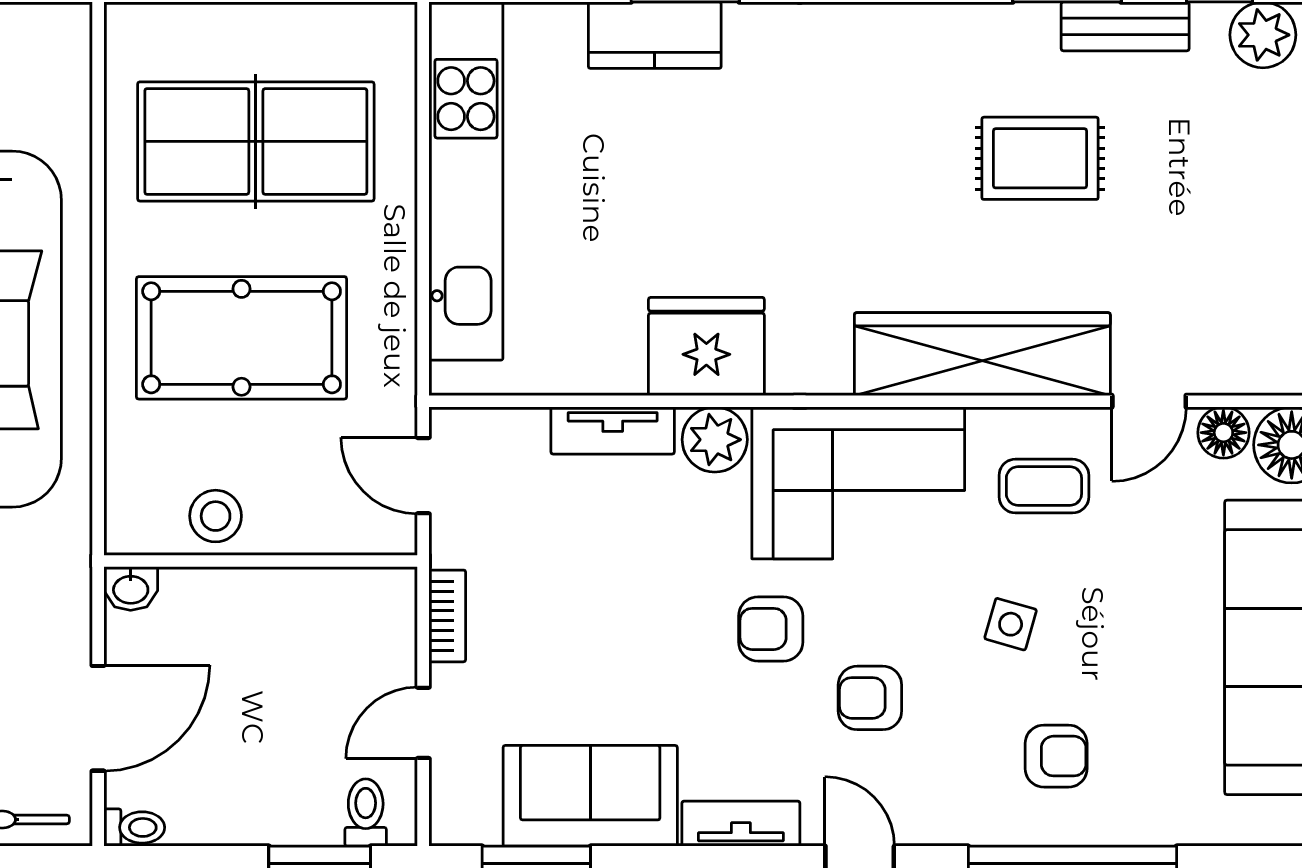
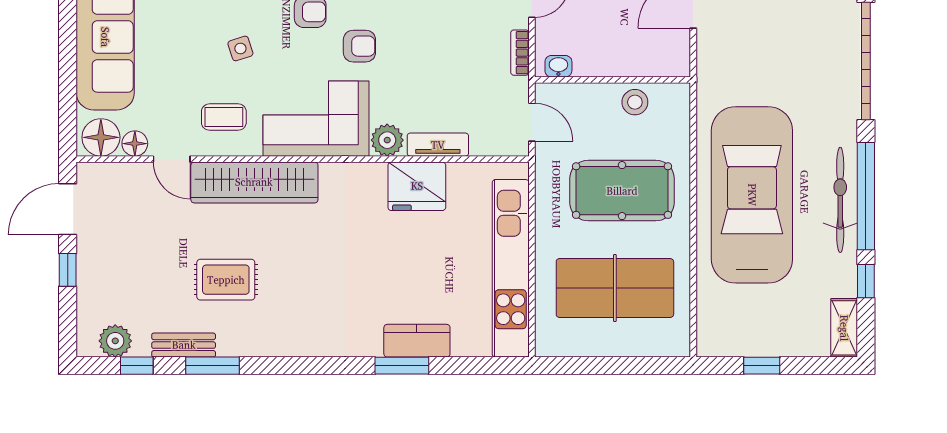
fridge: (706, 346) -> (417, 186), moved
door: (1149, 401) -> (172, 159), swing flipped
washbasin: (131, 588) -> (558, 66), moved
side table: (1011, 624) -> (240, 48), turned -34

